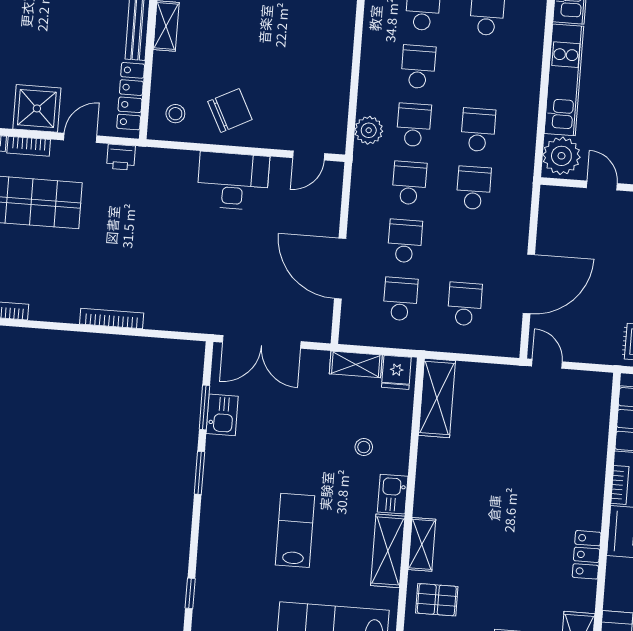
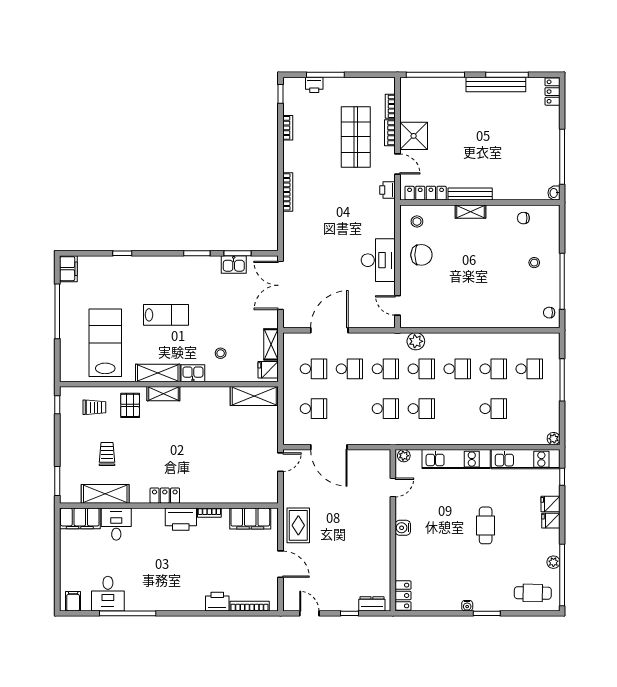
chair: (230, 111) -> (421, 255), turned -63
plant: (561, 156) -> (404, 456), width x0.53, depth x0.53

